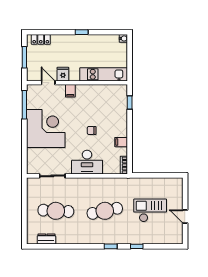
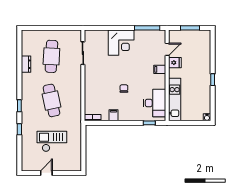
locker: (41, 39) -> (206, 43), removed
corner desk: (46, 129) -> (121, 43), width x0.74, depth x0.74
desk: (87, 162) -> (155, 103), moved, turned 180
checkout: (150, 210) -> (52, 141), turned -90
dresser: (46, 239) -> (26, 64), moved

